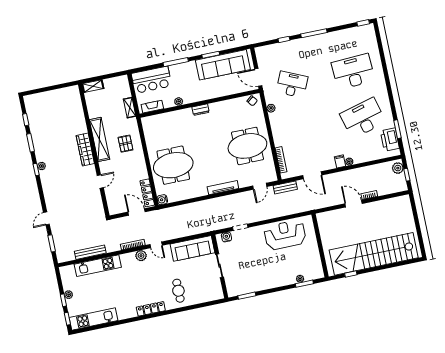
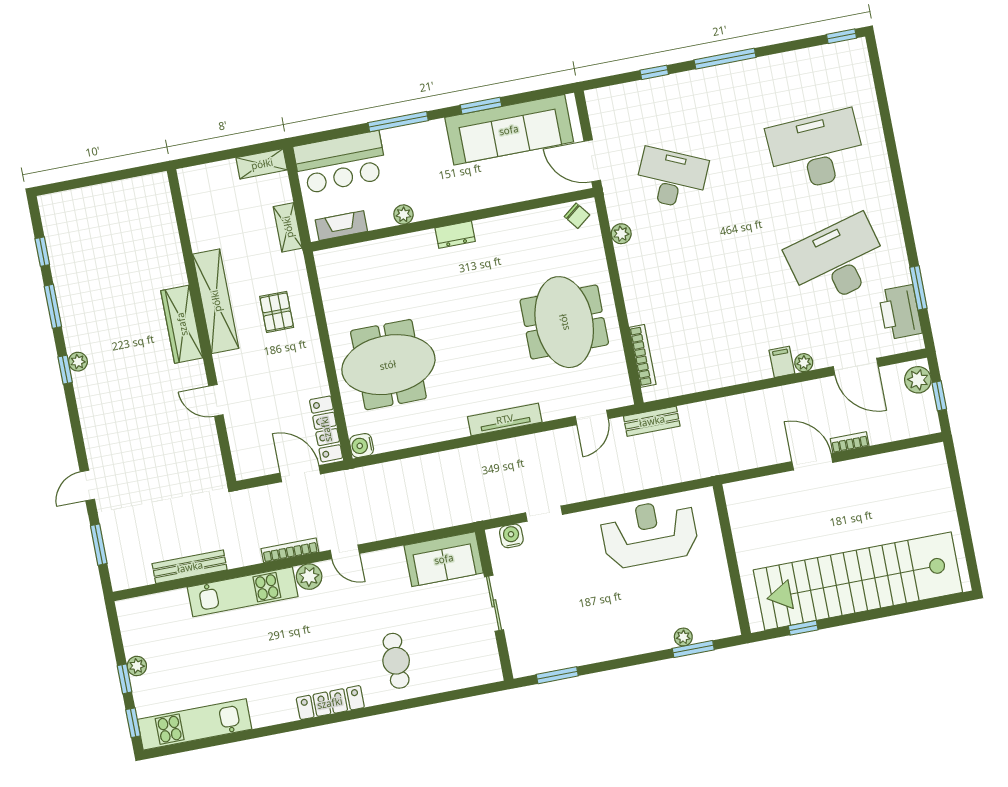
shelving: (93, 86) -> (262, 164), moved
meeting table: (247, 146) -> (564, 322), turned 90
door: (312, 175) -> (856, 367), moved
door: (100, 181) -> (216, 400), swing flipped
sofa: (192, 248) -> (444, 559), width x0.73
kitchen unit: (98, 266) -> (243, 592), moved

